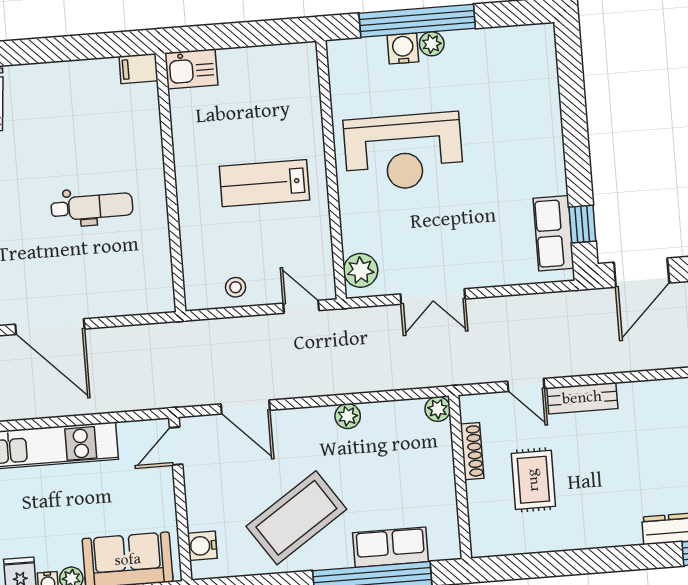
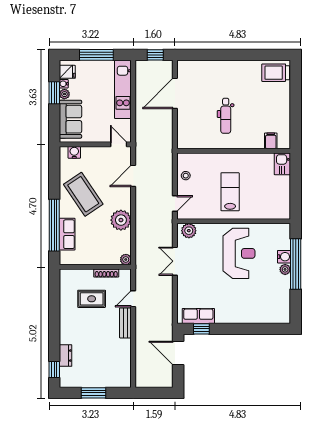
filing cabinet: (138, 69) -> (271, 141), moved
reception desk: (403, 152) -> (239, 253), turned 180
plant: (348, 416) -> (121, 220), width x1.88, depth x1.88

